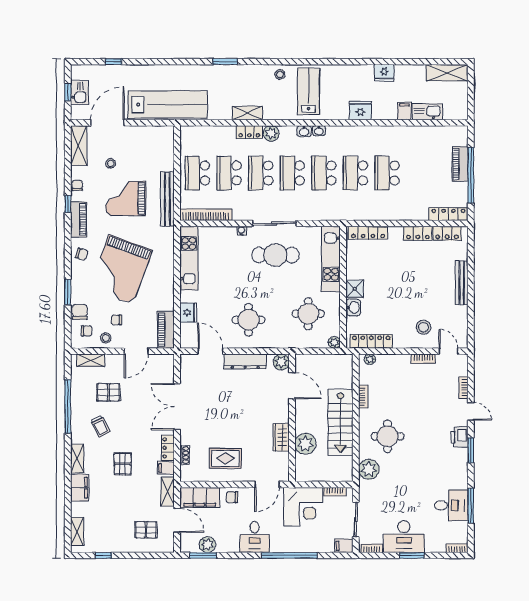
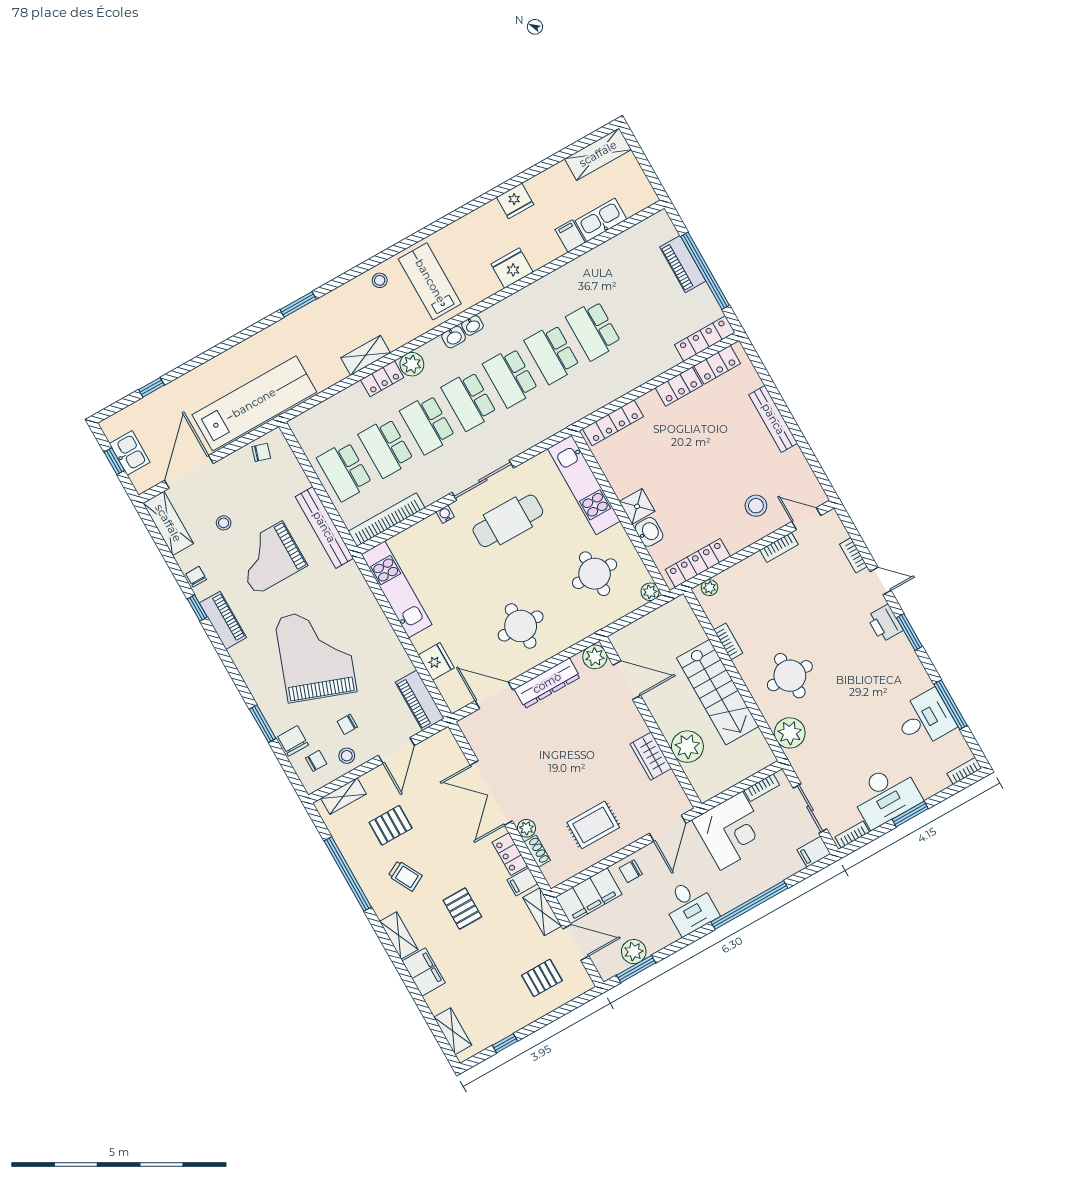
chair: (82, 254) -> (261, 452), moved
grand piano: (121, 269) -> (316, 655), turned 180
plant: (186, 438) -> (526, 828), added

